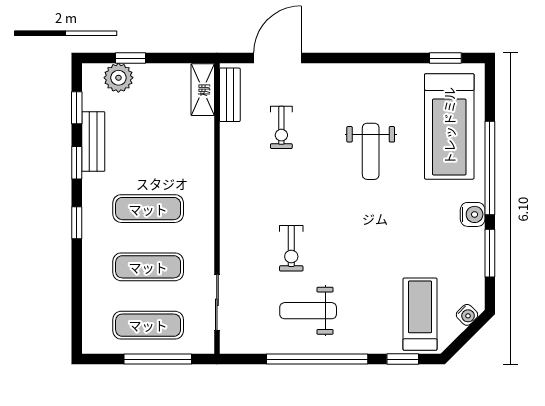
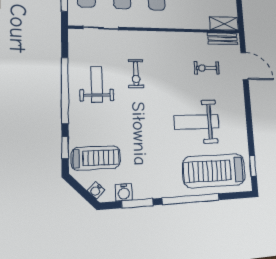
weight bench: (371, 151) -> (196, 122), width x1.36, depth x1.33
water cooler: (473, 214) -> (124, 192), moved
exercise bike: (291, 248) -> (136, 74), turned -90

